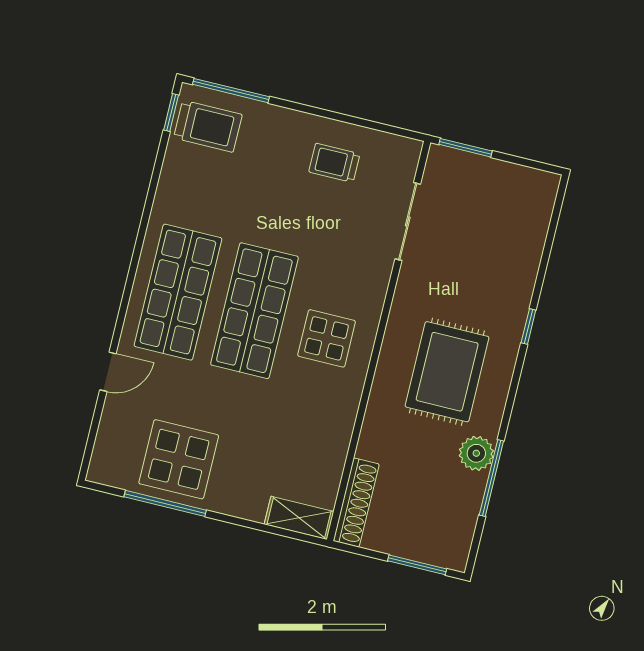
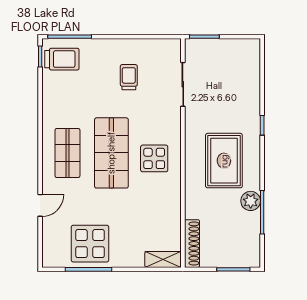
trolley: (334, 163) -> (129, 77), moved, turned 90
shop shelf: (178, 292) -> (67, 153), width x0.70, depth x0.74

